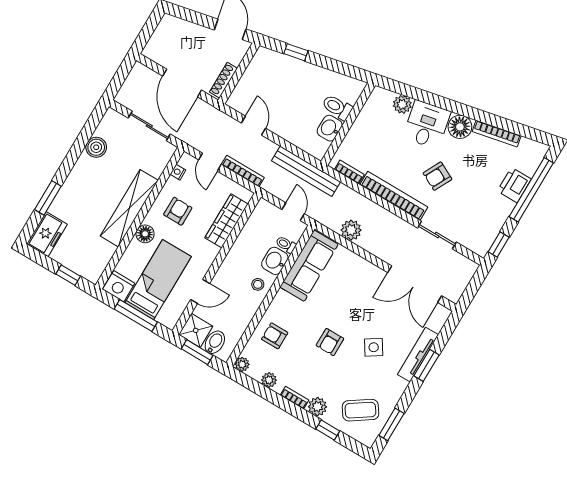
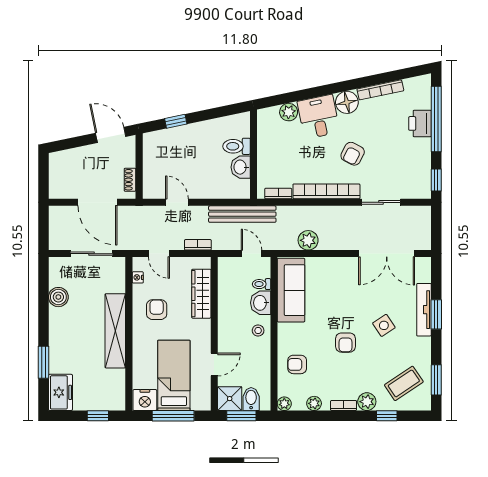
shoe rack: (223, 80) -> (130, 180), width x0.70
bookcase: (243, 171) -> (198, 245), width x0.64
floor lamp: (145, 234) -> (141, 344), removed

